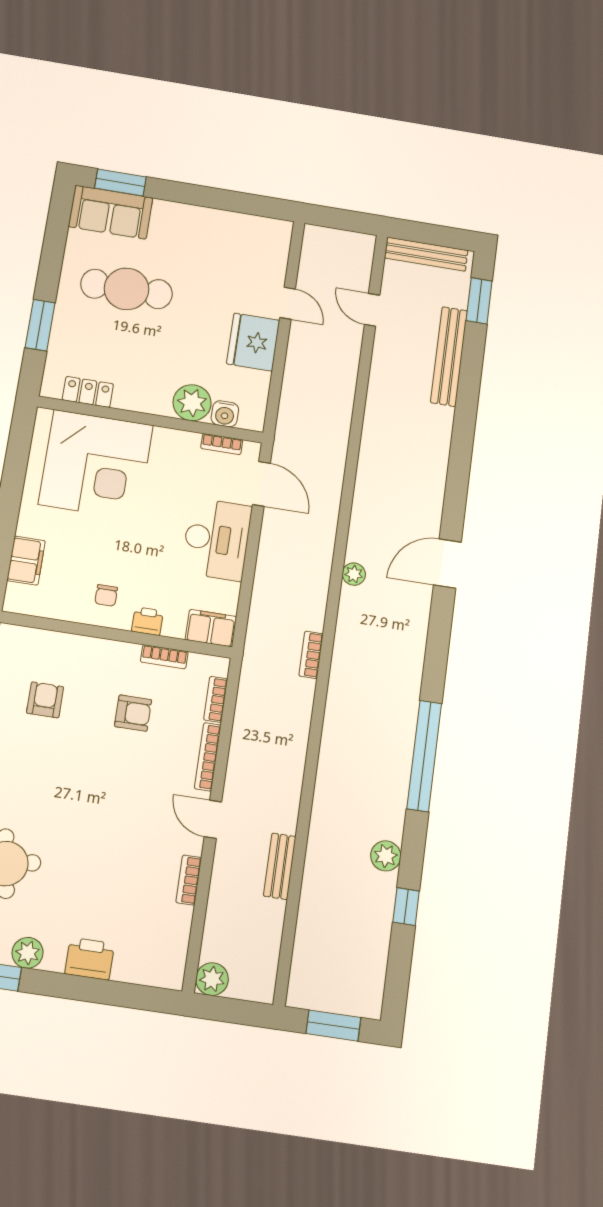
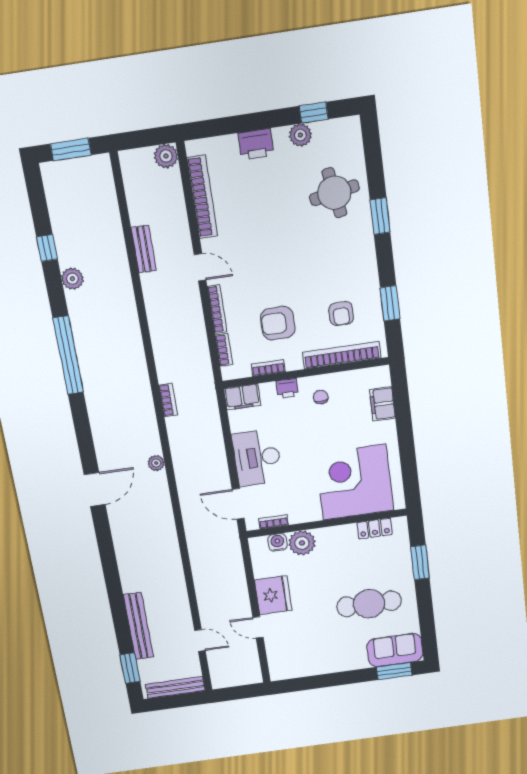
bookcase: (61, 644) -> (342, 355), added
armchair: (133, 713) -> (278, 323), width x1.38, depth x1.38
bookcase: (189, 880) -> (202, 197), width x2.31, depth x1.31

